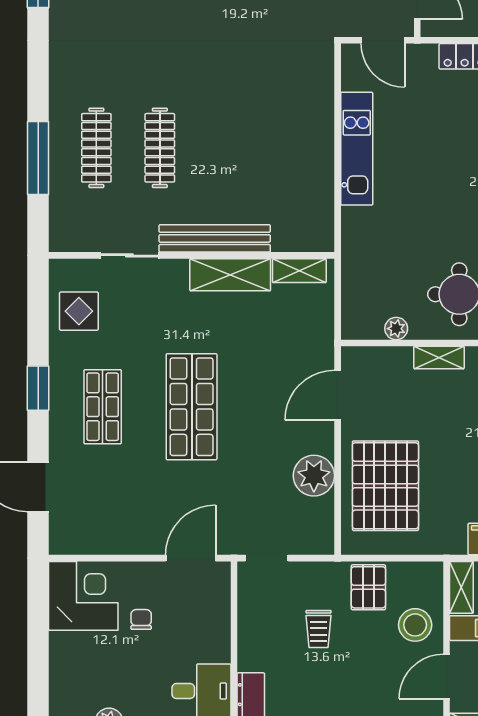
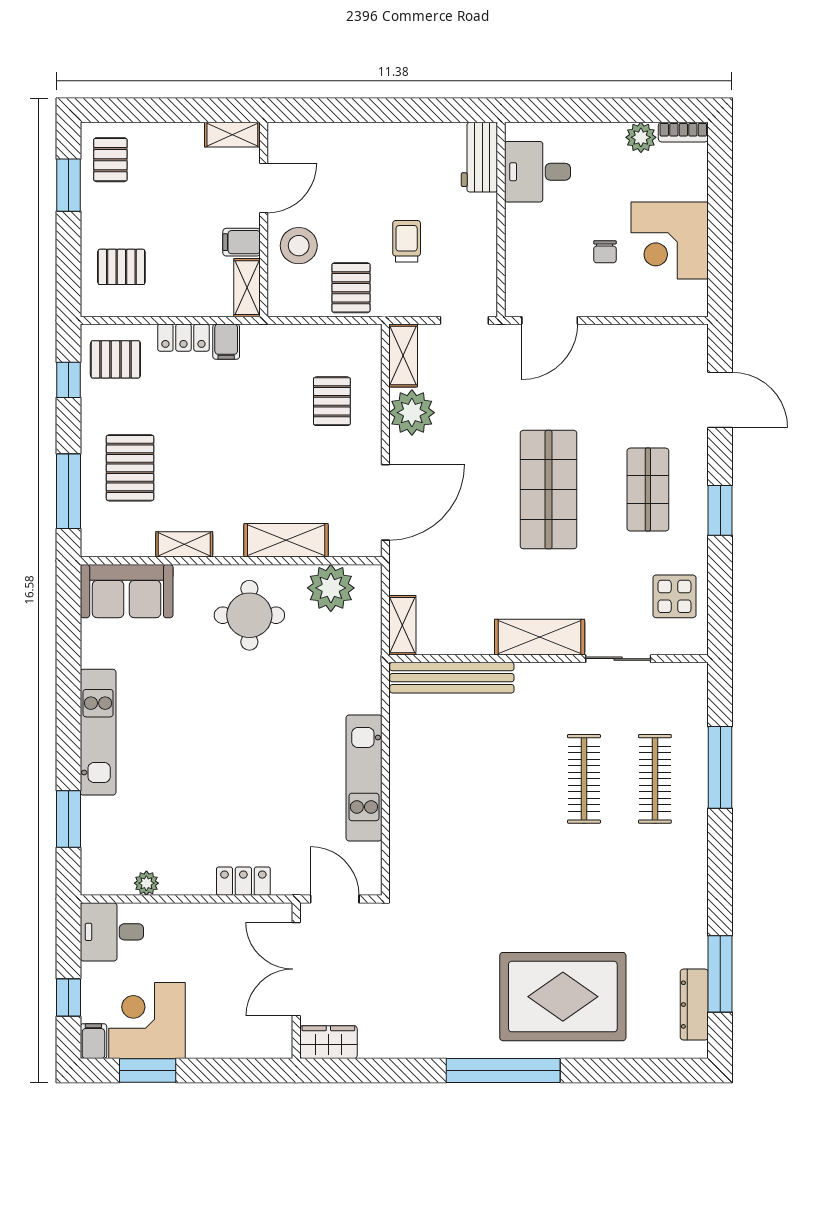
bench: (215, 238) -> (452, 678), moved
shelving: (299, 271) -> (402, 625), moved, turned 90
shelving: (230, 275) -> (540, 637), moved
plant: (396, 329) -> (331, 588), width x1.87, depth x1.87
shelving: (439, 357) -> (286, 540), width x1.50, depth x1.33
door: (338, 395) -> (385, 502), width x1.36
pallet: (385, 486) -> (332, 401), width x0.49, depth x0.50
shelving: (322, 527) -> (403, 356), added
corner desk: (83, 596) -> (670, 240), moved

